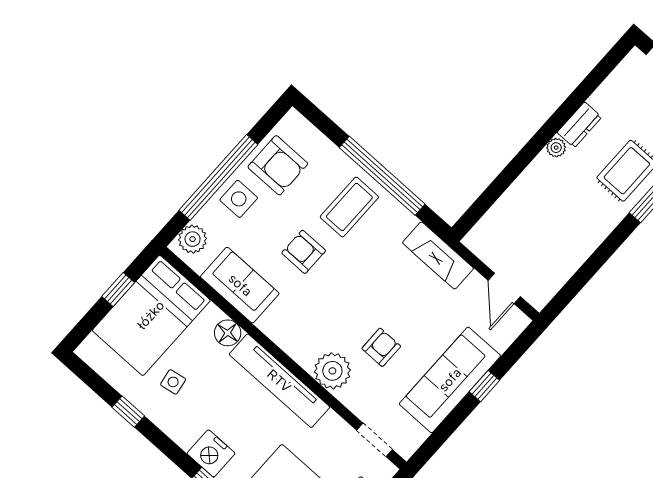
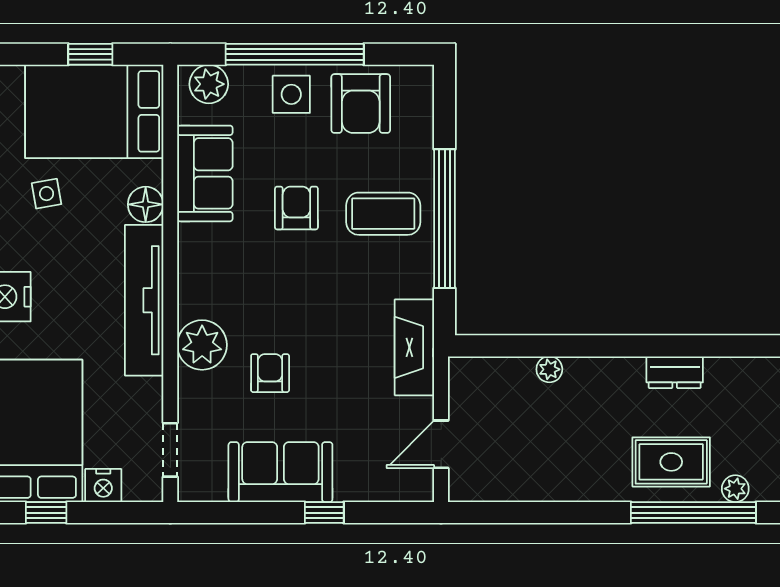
plant: (556, 148) -> (549, 369), moved
armchair: (381, 347) -> (270, 373), turned -90
sofa: (450, 380) -> (280, 472), width x0.73

